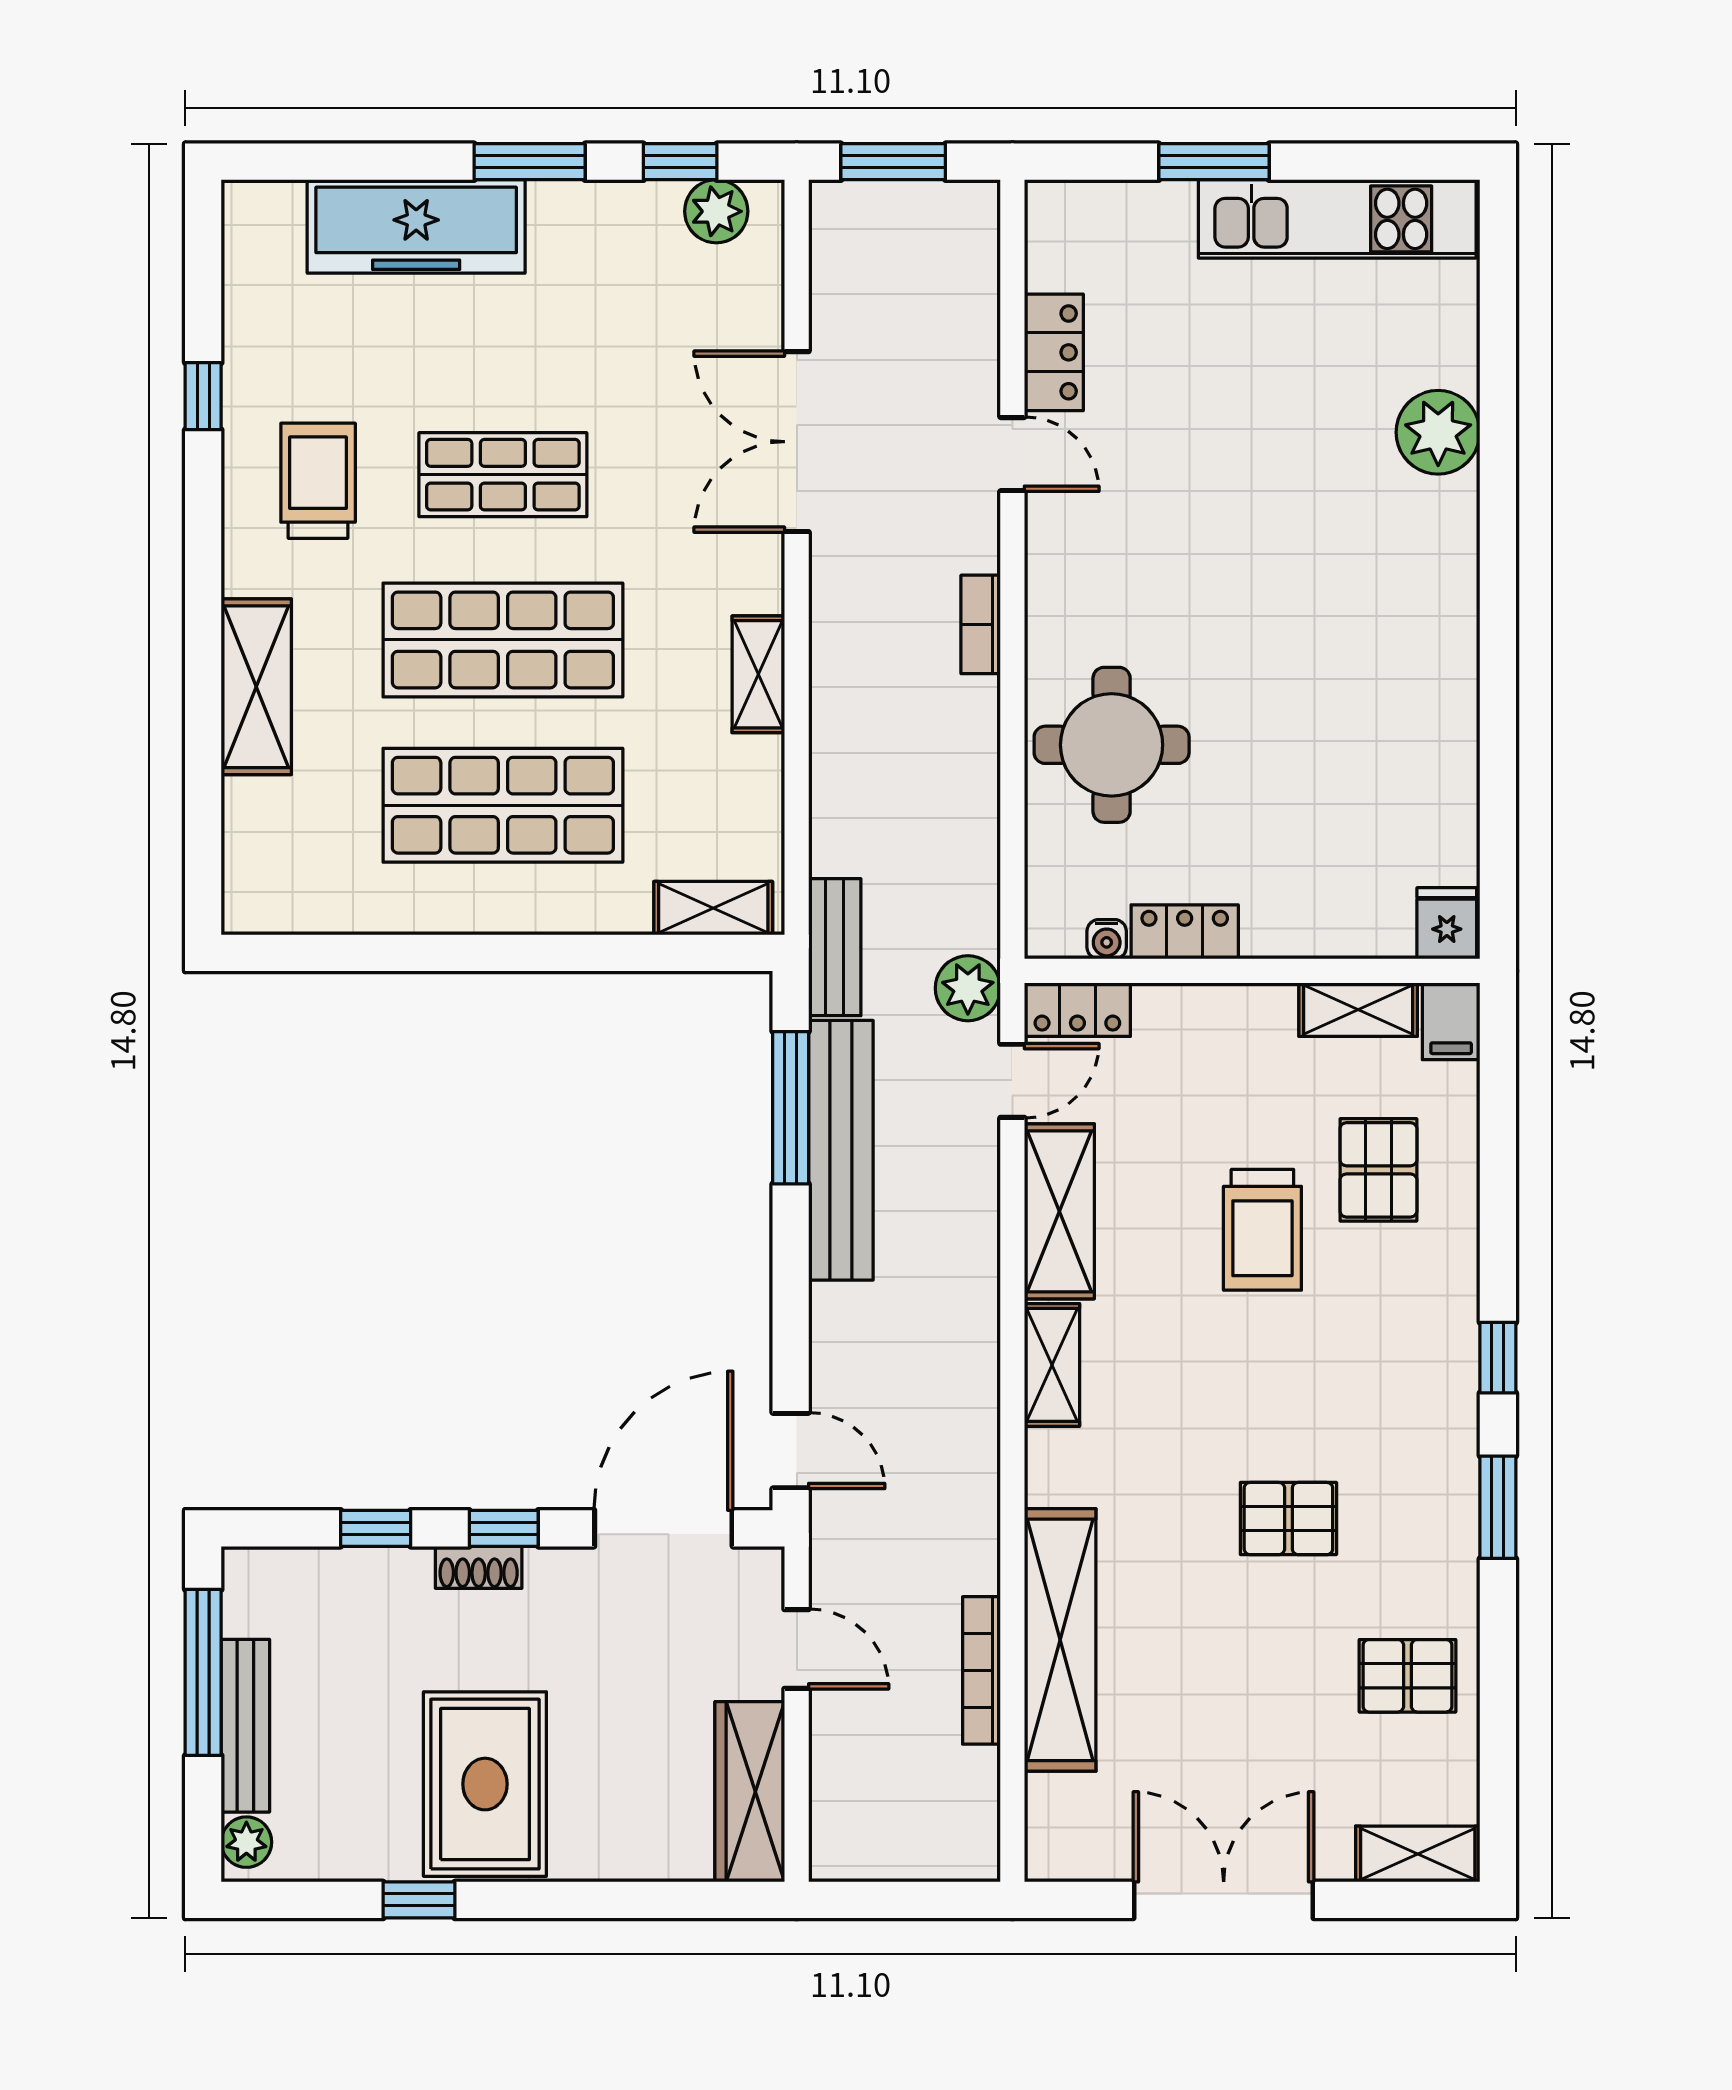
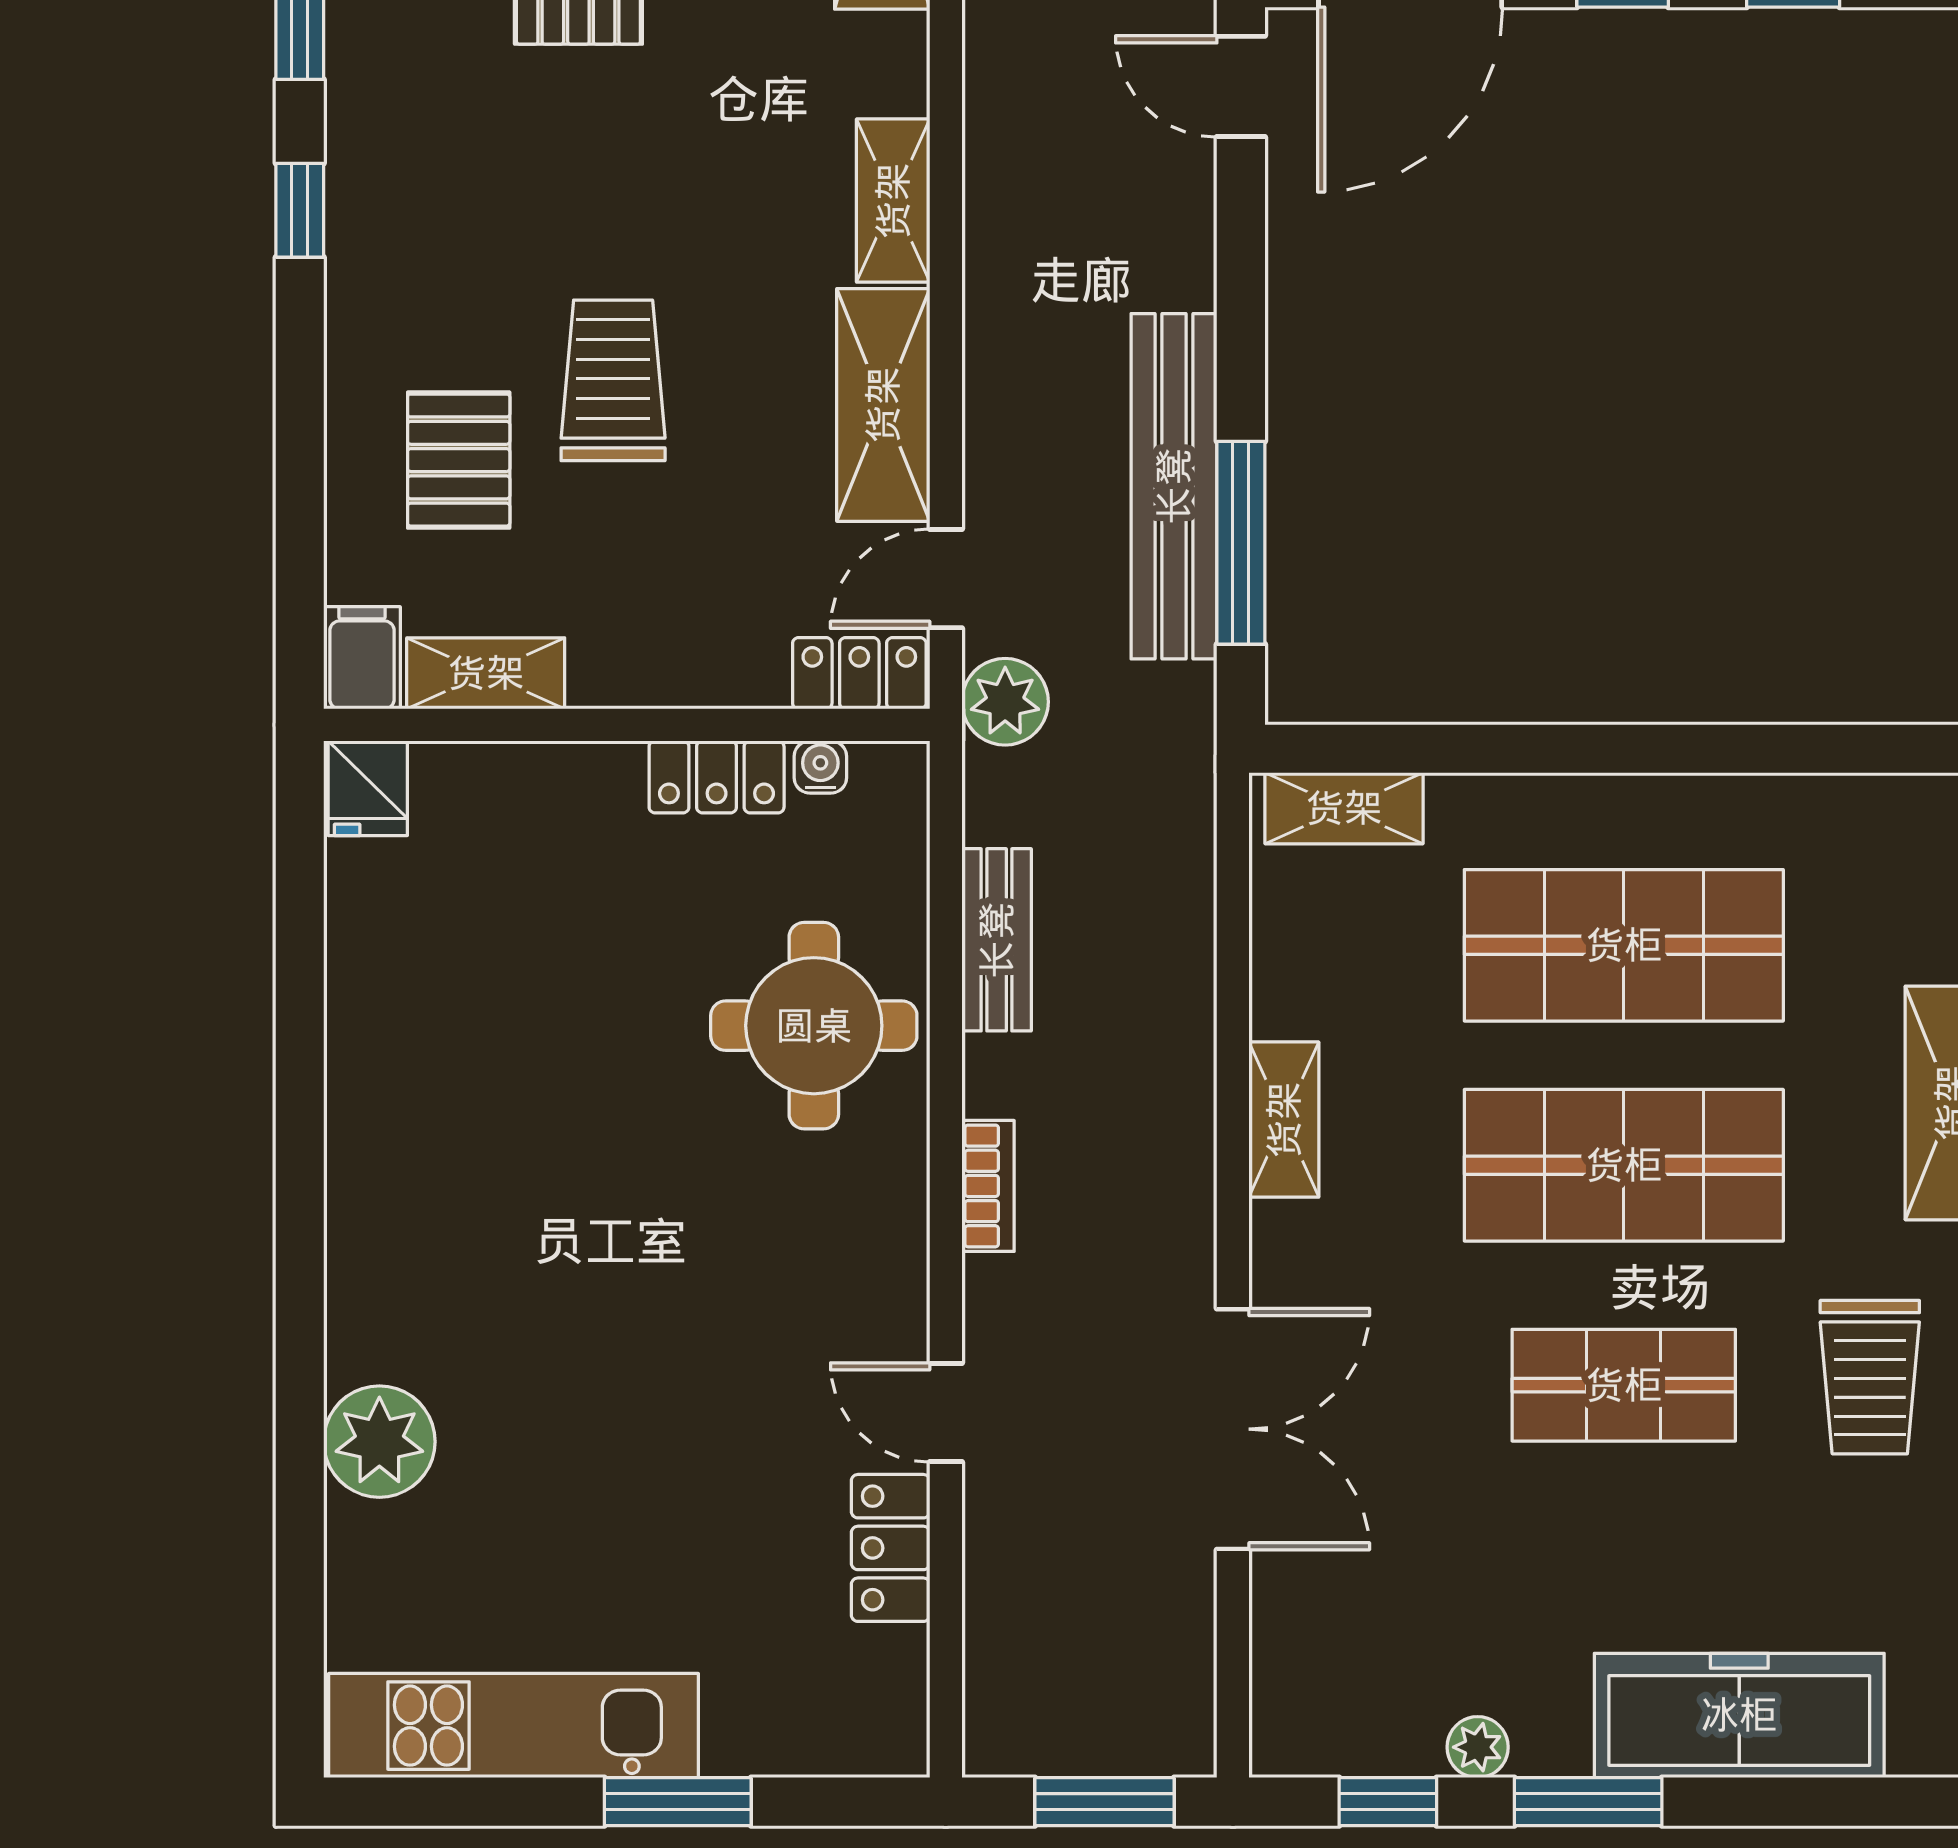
plant: (716, 211) -> (1478, 1747), moved, width x0.73, depth x0.73
bench: (835, 947) -> (997, 940), moved

